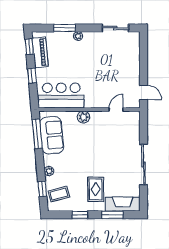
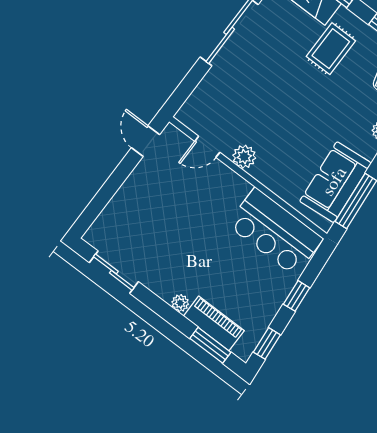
window: (65, 28) -> (210, 345), moved
piano: (40, 52) -> (214, 323), moved, turned 95
plant: (84, 117) -> (244, 157), moved

